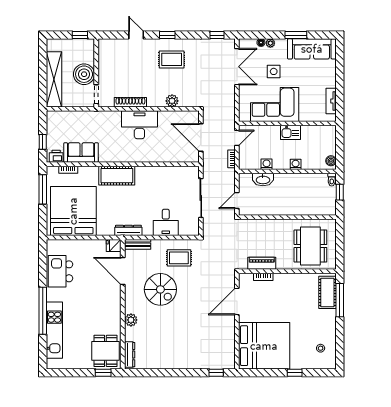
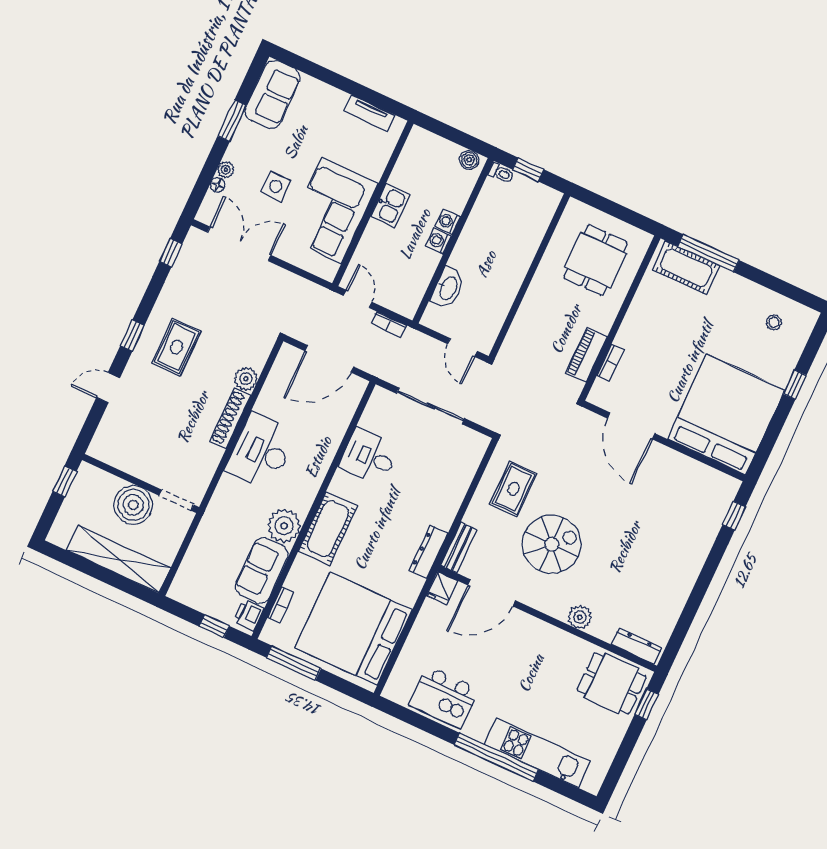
sofa: (312, 49) -> (273, 94), width x0.73
shoe rack: (130, 102) -> (230, 418), moved
plant: (108, 153) -> (284, 526), added
washing machine: (267, 164) -> (438, 241), moved
desk: (166, 222) -> (369, 457), moved, turned 180
dining table: (310, 246) -> (595, 260), width x0.73

